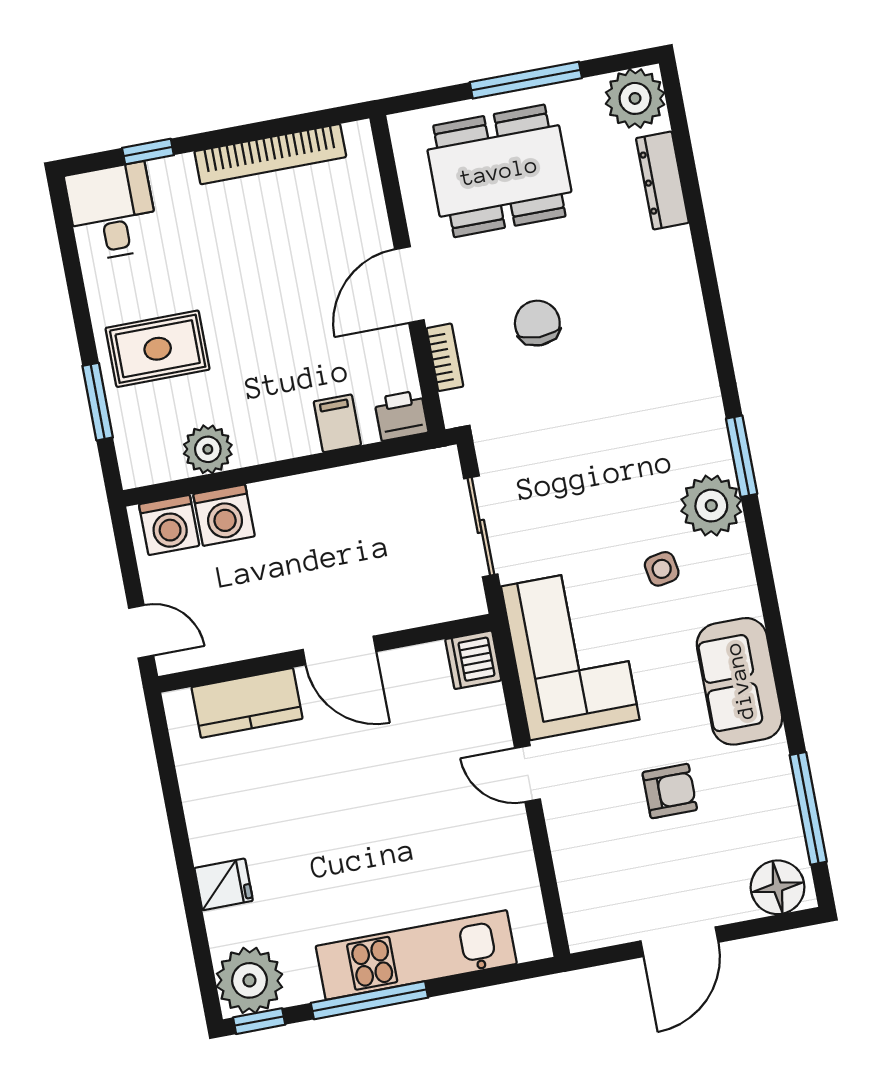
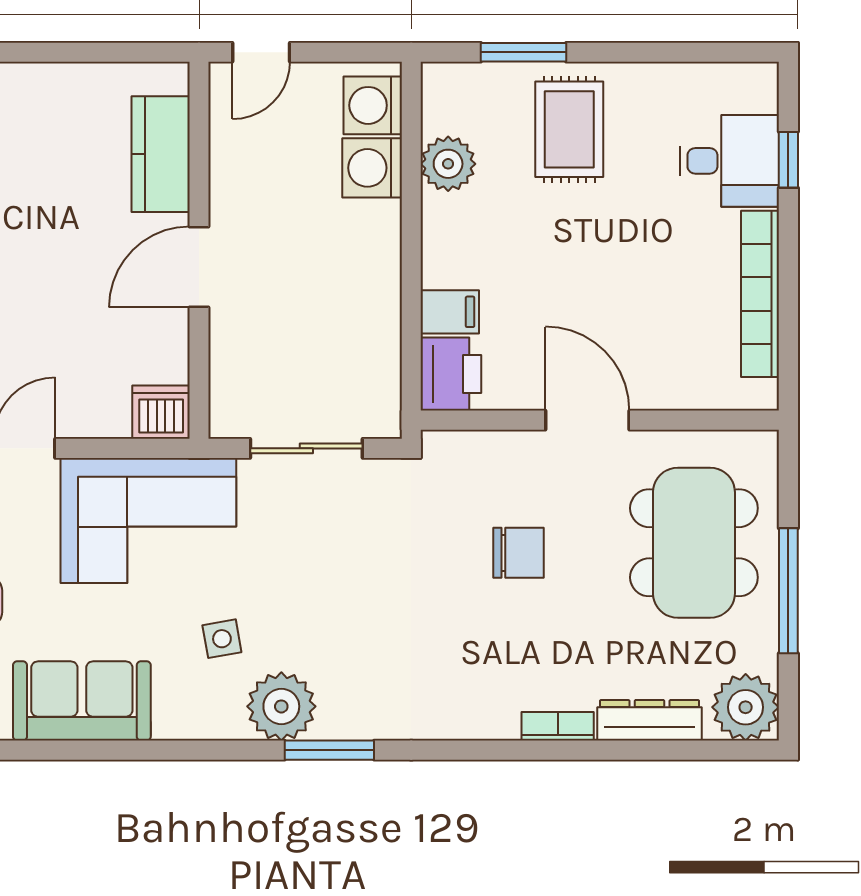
desk: (112, 212) -> (729, 161), moved
bookcase: (445, 357) -> (558, 726), moved, turned 180
printer: (401, 415) -> (451, 374), width x1.36, depth x1.24

